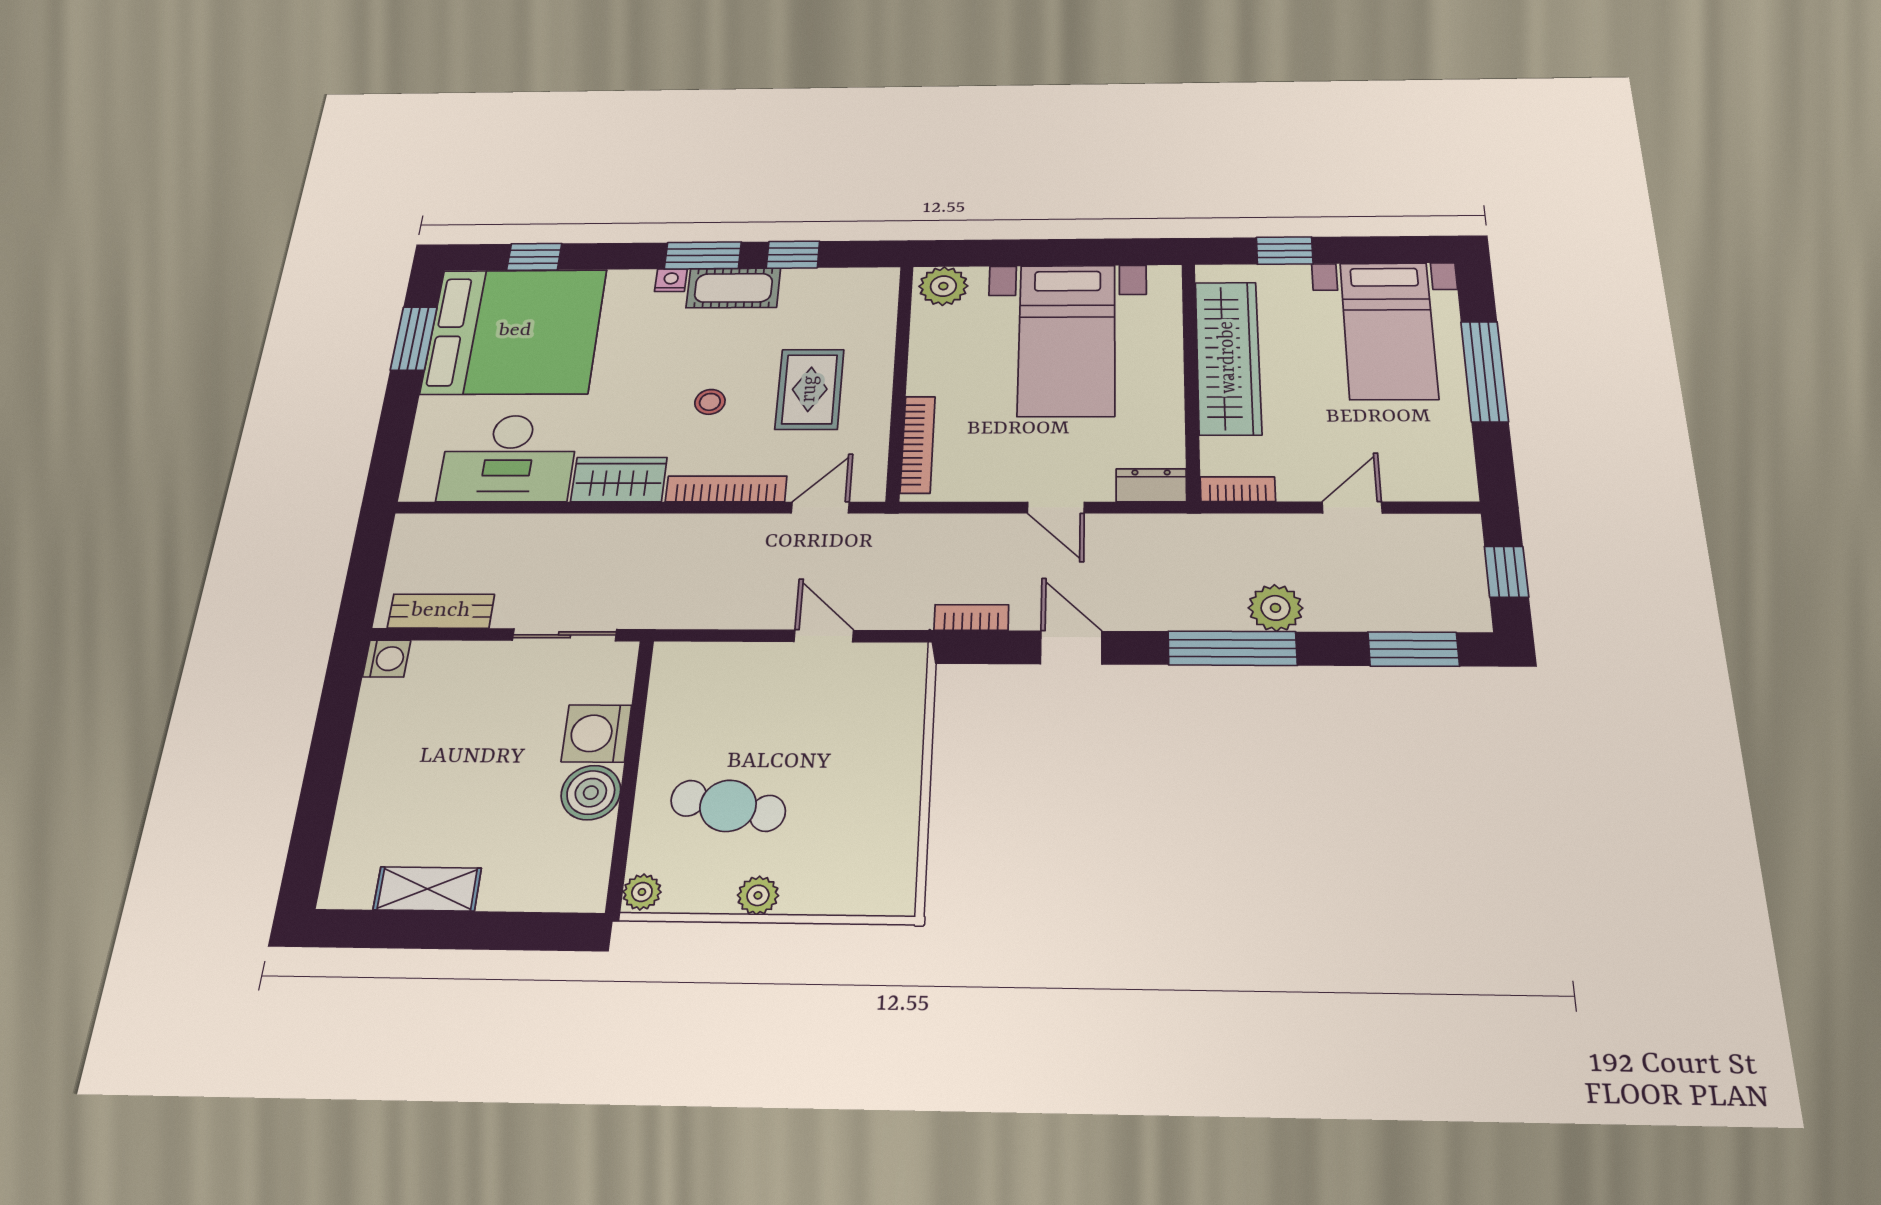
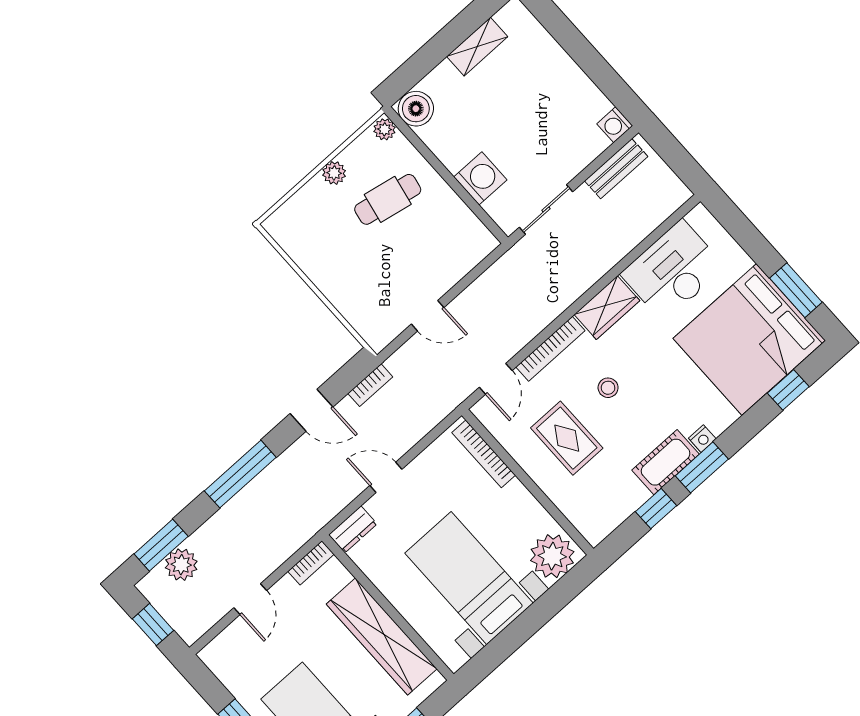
plant: (943, 286) -> (552, 556), width x1.36, depth x1.36
plant: (1275, 608) -> (181, 565), moved
boiler: (591, 793) -> (416, 109), moved

